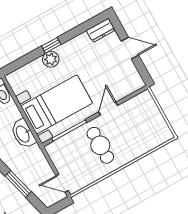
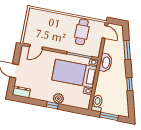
door: (108, 109) -> (36, 47), moved
washbasin: (23, 134) -> (106, 63), moved
cafe table: (100, 145) -> (82, 32), moved

